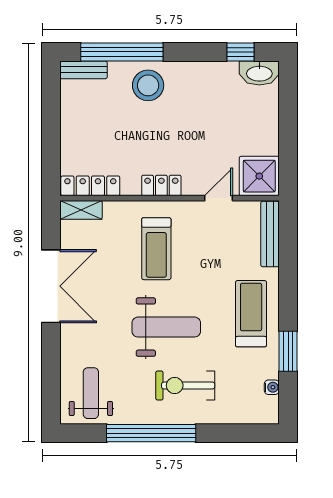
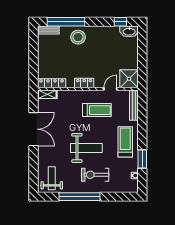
treadmill: (156, 249) -> (97, 110), moved, turned -90

